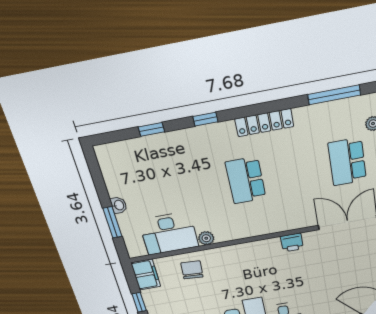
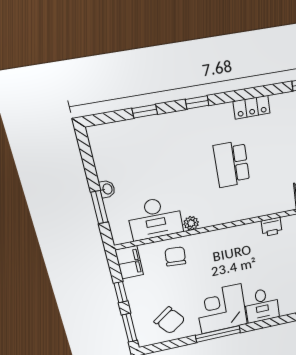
locker: (264, 123) -> (252, 107), width x0.66

